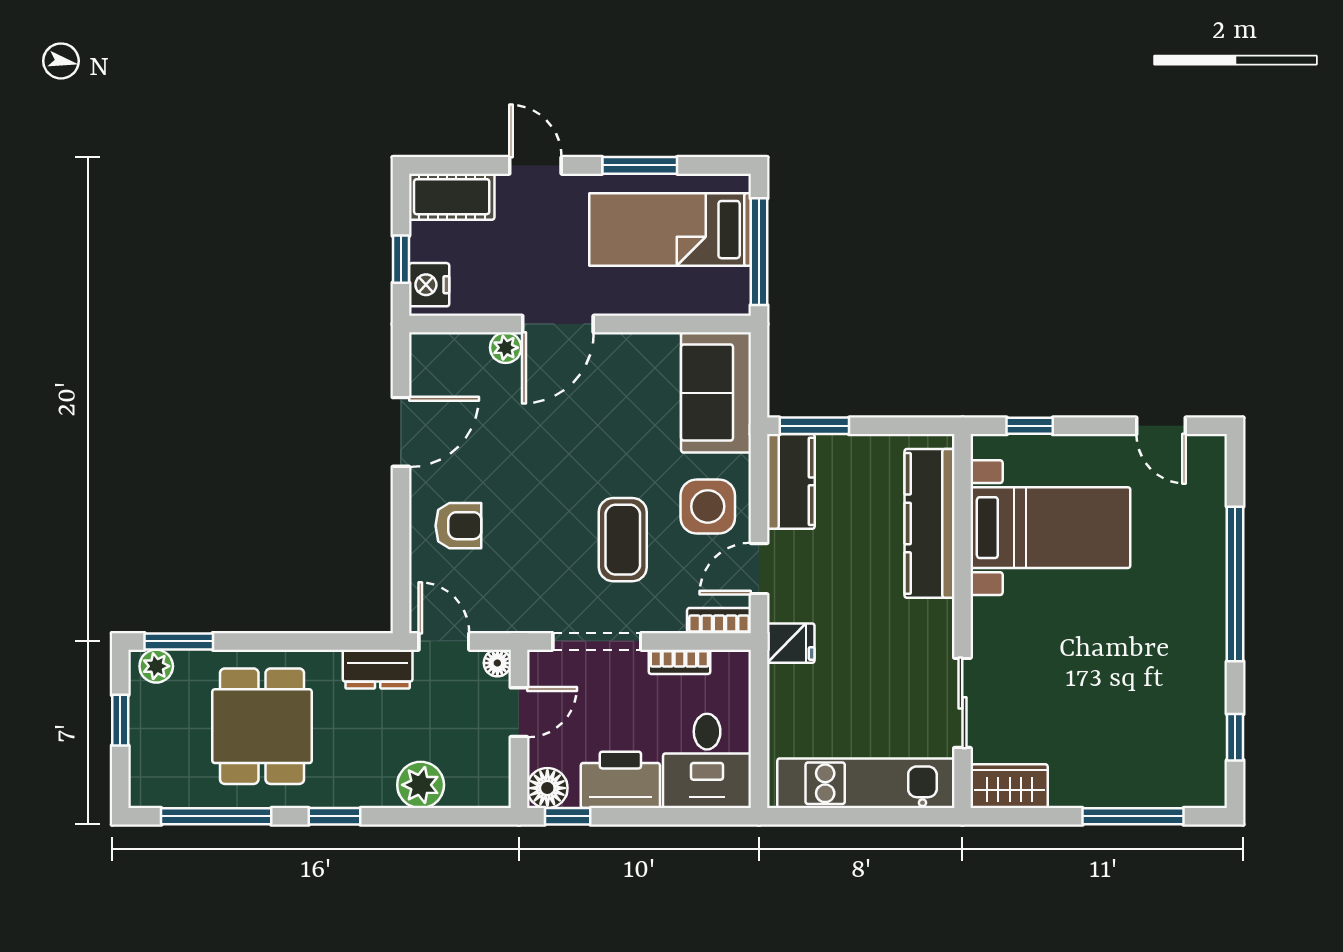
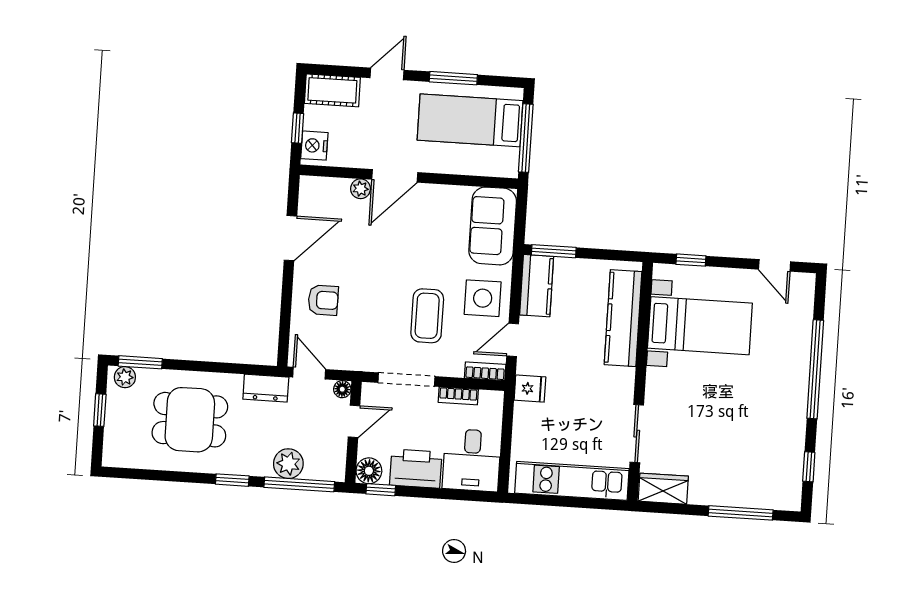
door: (535, 165) -> (387, 74), hinge flipped
dining table: (262, 726) -> (190, 420), turned 90
window: (216, 816) -> (299, 484), moved

